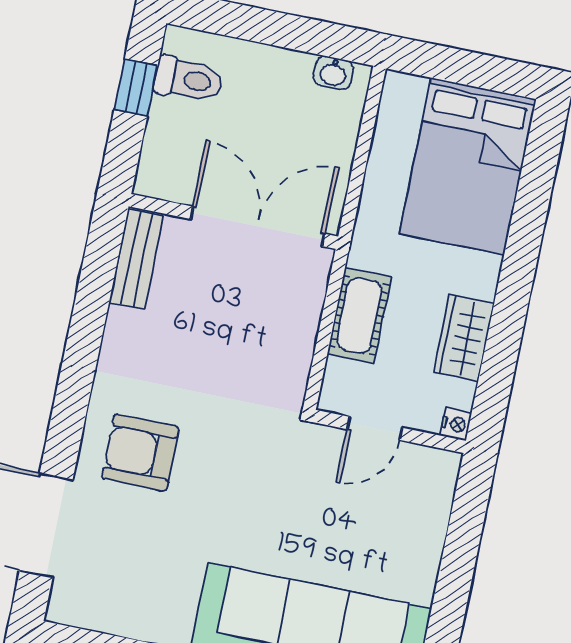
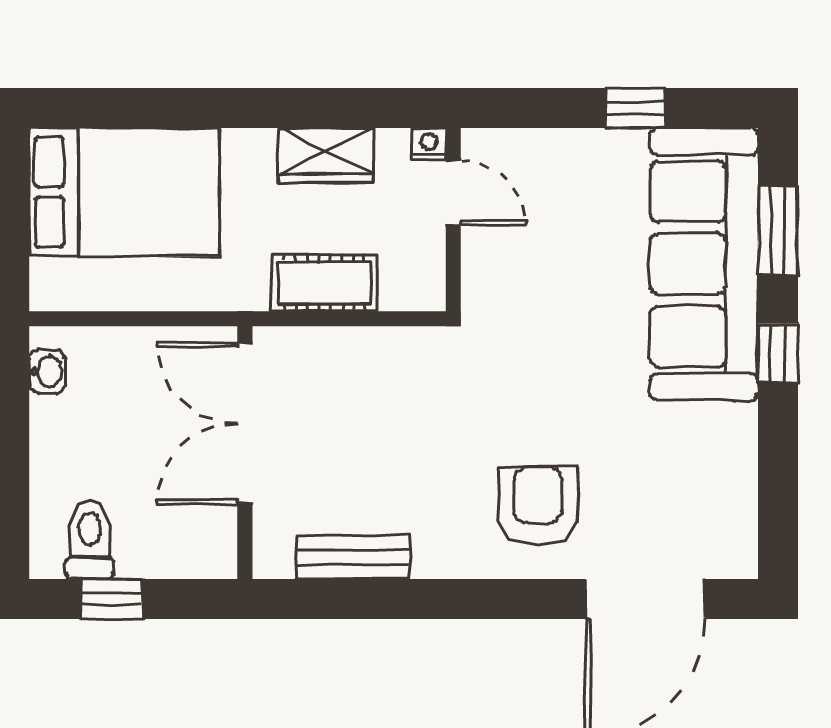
bench: (136, 259) -> (353, 557), moved
door: (375, 428) -> (453, 193), moved
armchair: (140, 453) -> (538, 506), turned 180
window: (450, 600) -> (636, 108), added

